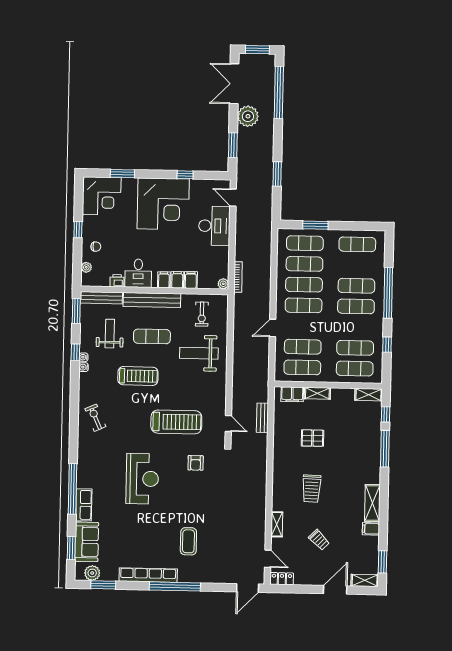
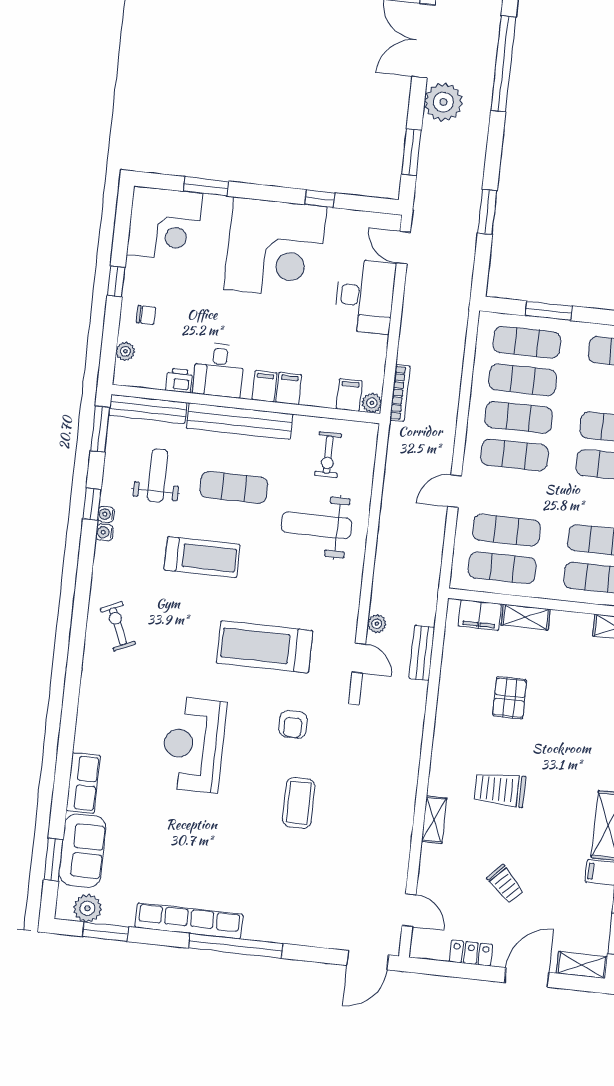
filing cabinet: (191, 280) -> (349, 395), moved
plant: (236, 404) -> (377, 624), added
treadmill: (176, 422) -> (265, 647), turned 180
pallet: (312, 438) -> (510, 698), turned 90
reception desk: (142, 479) -> (194, 745), turned 180
window: (73, 489) -> (65, 752), removed
trolley: (312, 489) -> (500, 789), turned 88
shelving: (277, 524) -> (434, 820), moved
coffee table: (188, 541) -> (299, 803), moved
locker: (282, 579) -> (471, 953), moved

